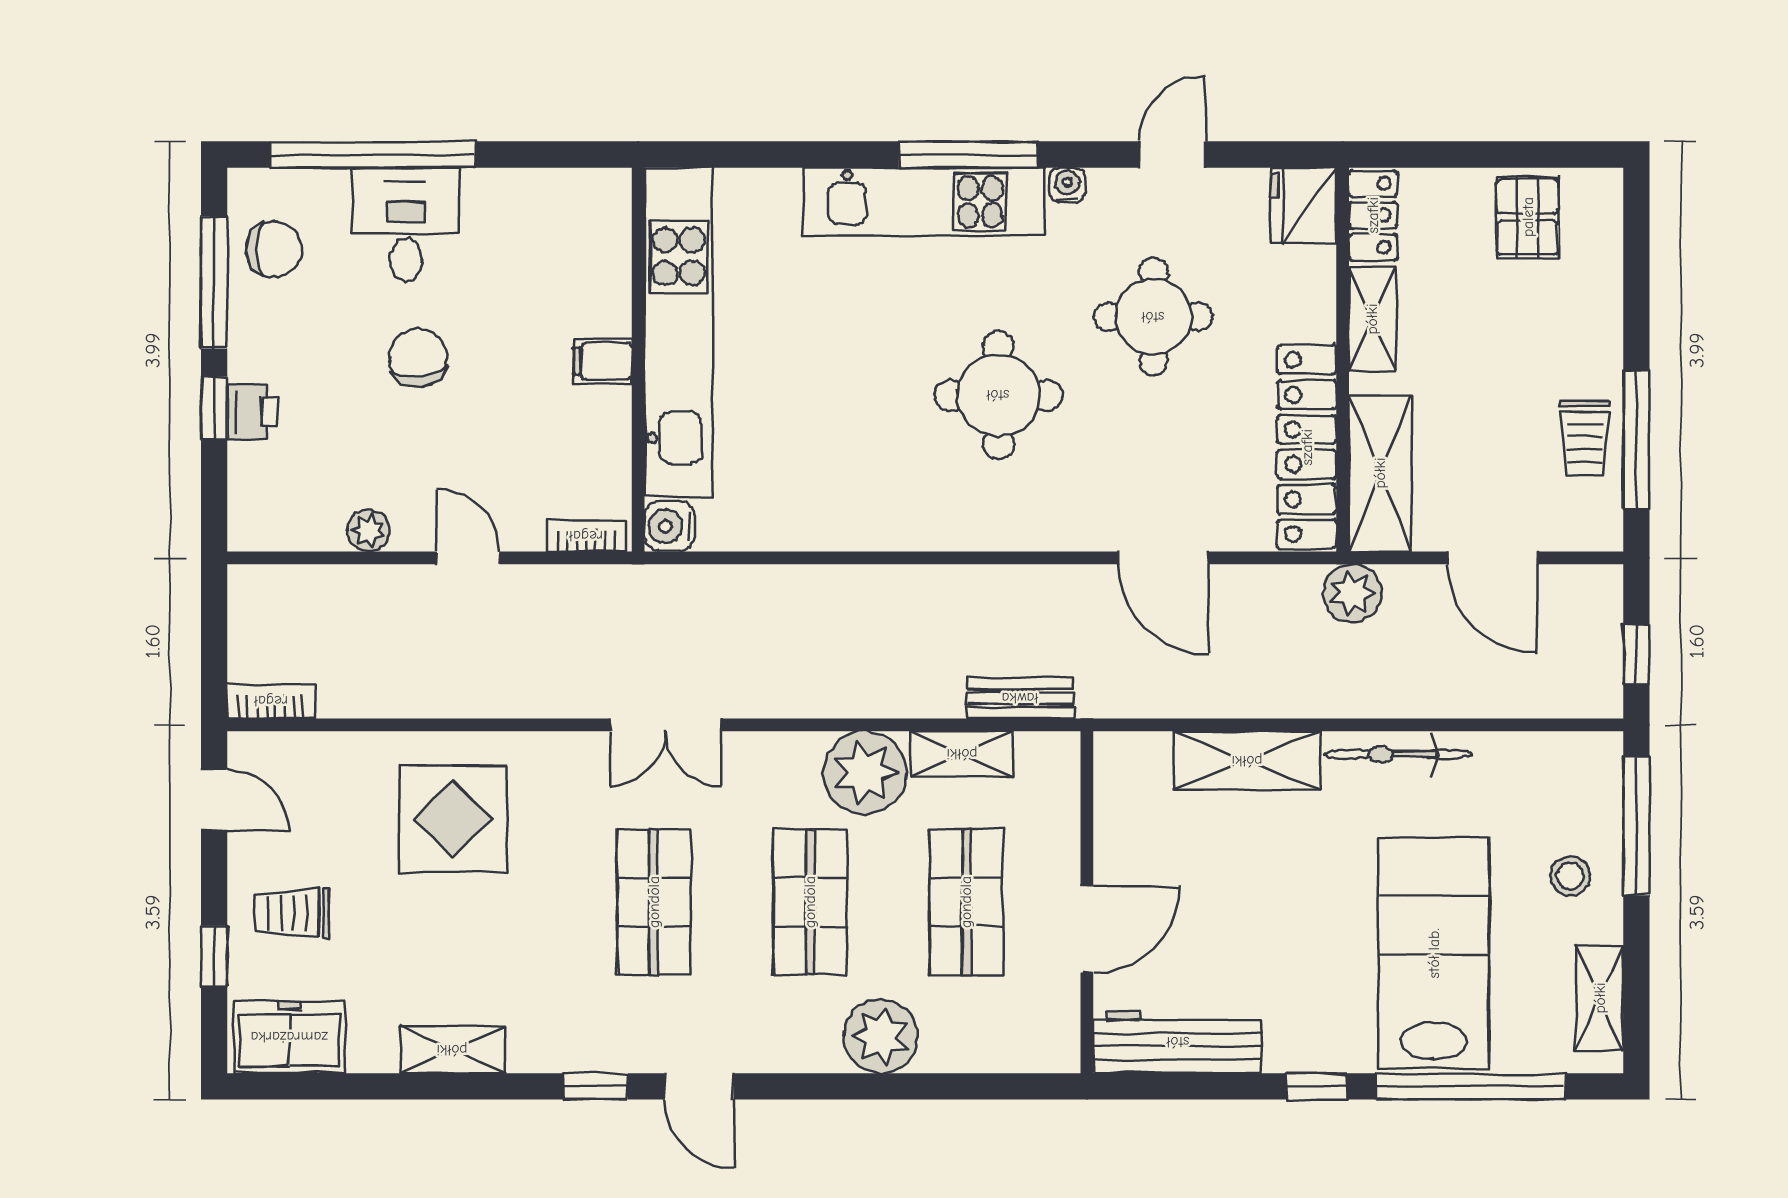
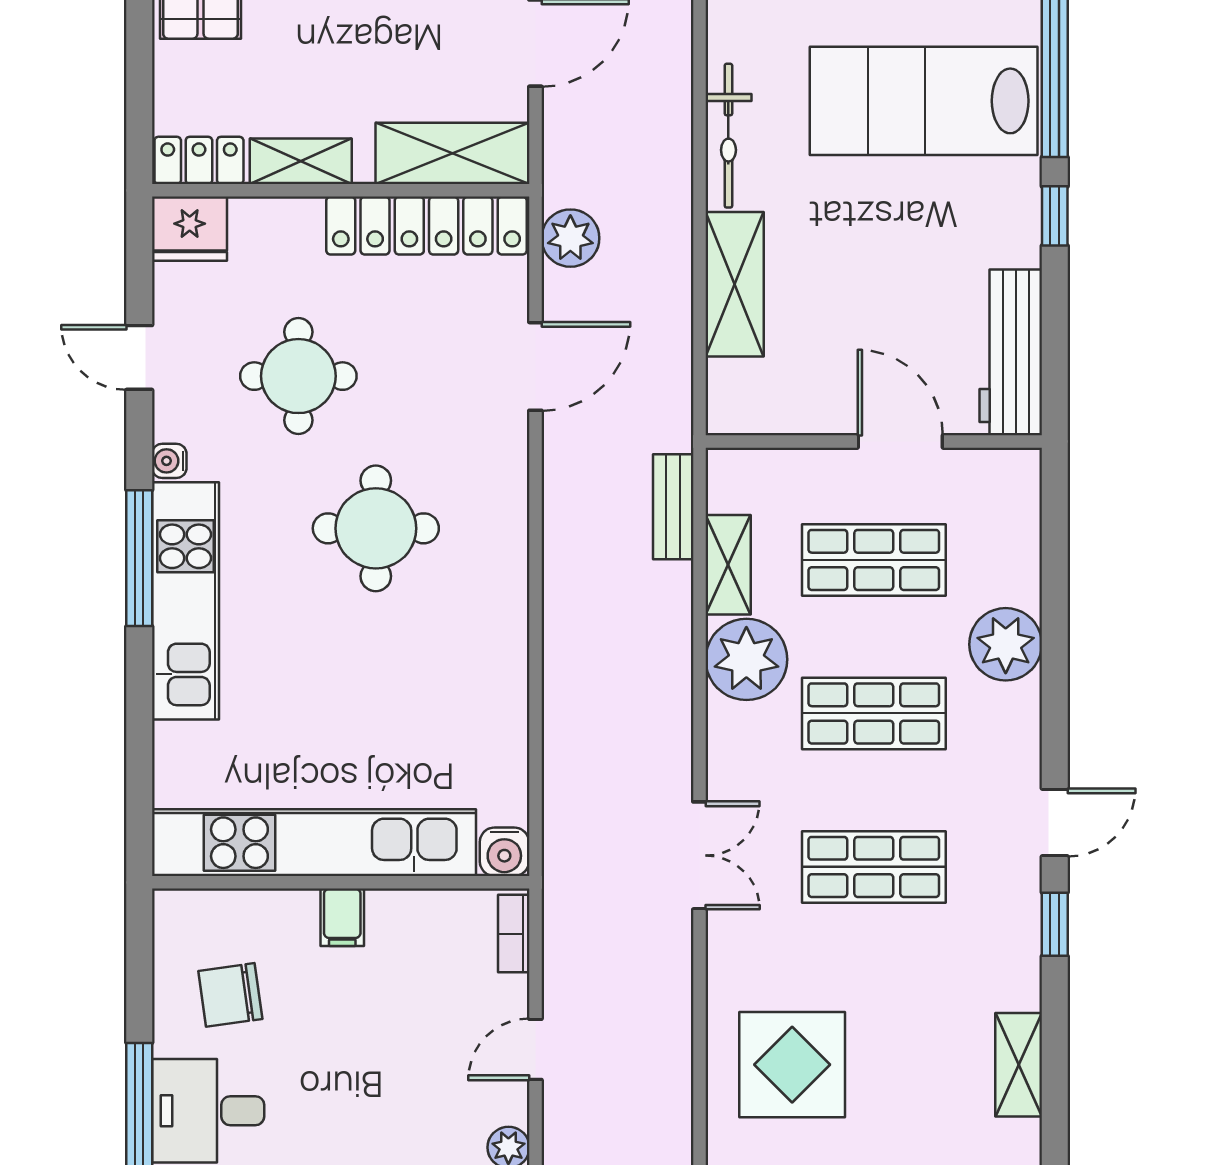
chair: (418, 358) -> (230, 995), moved
plant: (1352, 593) -> (570, 238), moved

